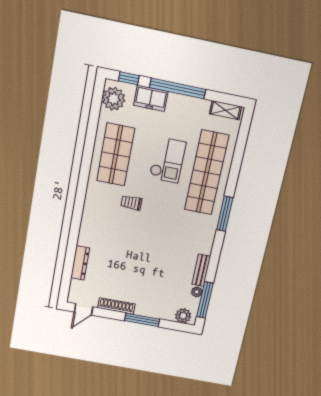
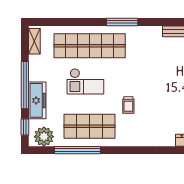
freezer: (151, 98) -> (37, 100), width x1.40
window: (91, 135) -> (77, 150), added
checkout: (168, 160) -> (85, 81), turned 180

